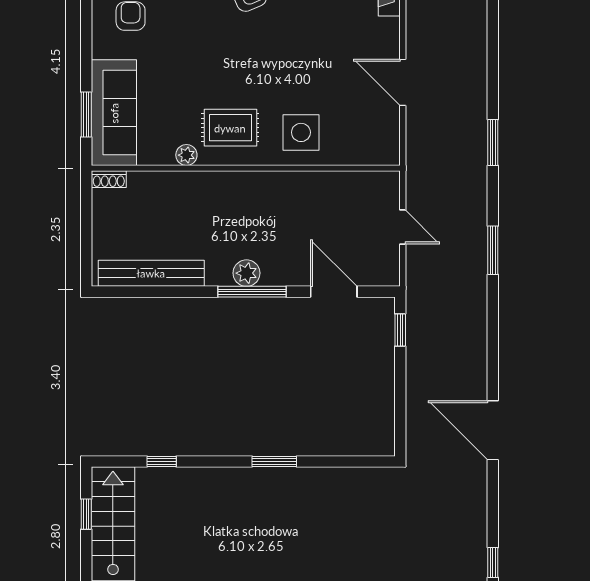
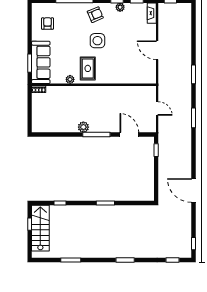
rug: (230, 128) -> (88, 68), turned 90
side table: (301, 132) -> (97, 41), moved
bench: (151, 273) -> (56, 127), removed
plant: (246, 273) -> (83, 127), moved

